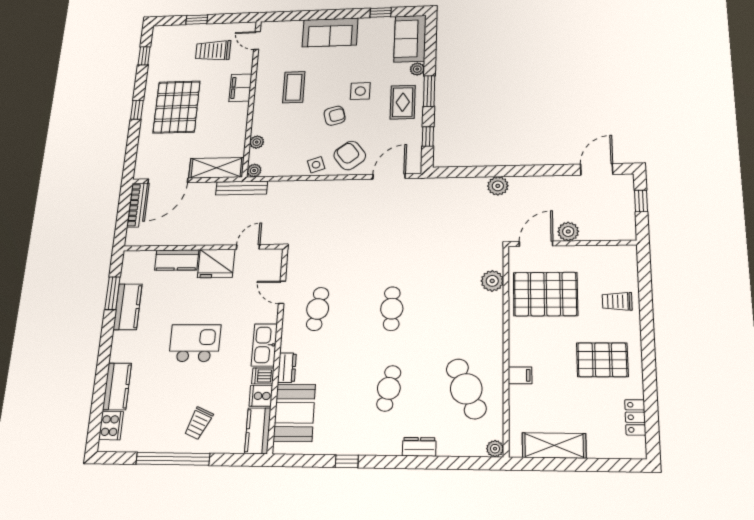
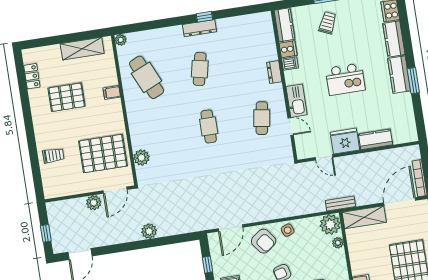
plant: (254, 171) -> (330, 225), width x1.88, depth x1.88
bench: (242, 188) -> (340, 204), width x0.73
door: (248, 247) -> (324, 157), hinge flipped
window: (112, 293) -> (413, 81), moved
kitchen counter: (128, 307) -> (399, 75), moved
kitchen sink: (264, 345) -> (297, 101), moved
pallet: (602, 360) -> (67, 97), moved
booth: (294, 413) -> (262, 41), removed
dresser: (419, 447) -> (200, 28), moved, width x1.44
window: (347, 461) -> (204, 17), moved

